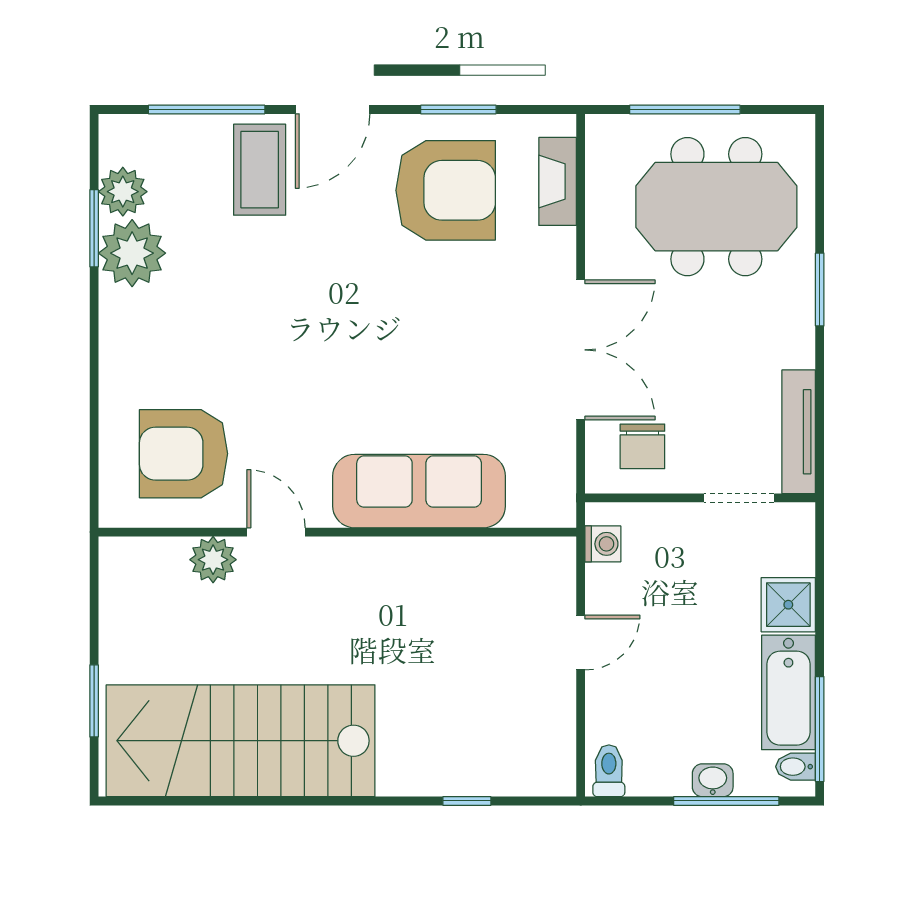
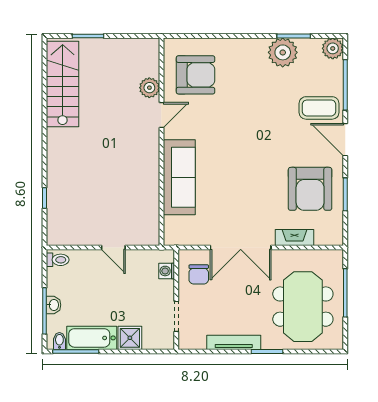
fireplace: (558, 181) -> (294, 238), moved
plant: (123, 192) -> (333, 48), moved
tv unit: (799, 432) -> (234, 342), moved
chair: (642, 446) -> (199, 274), turned -90
armchair: (184, 454) -> (196, 75), turned 90
washing machine: (603, 544) -> (167, 271), moved, turned 90
stairs: (241, 741) -> (63, 84), width x0.73, depth x0.66

